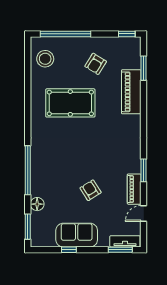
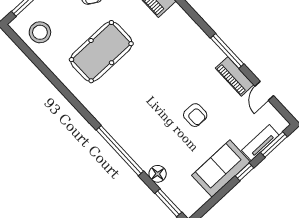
window: (144, 170) -> (227, 51), width x1.44
armchair: (91, 190) -> (195, 115), turned -148
tv unit: (125, 241) -> (260, 143), moved
window: (69, 250) -> (245, 172), moved

